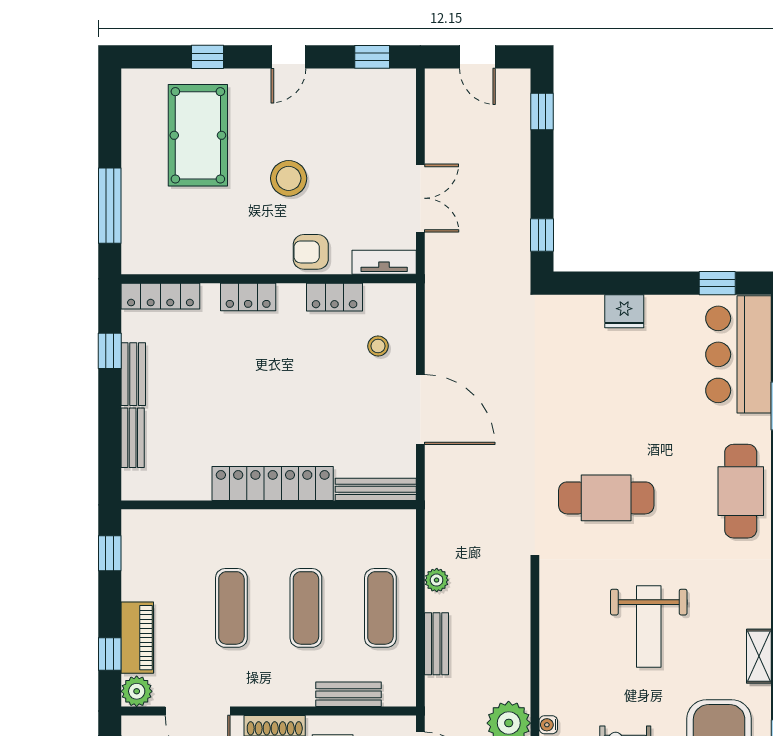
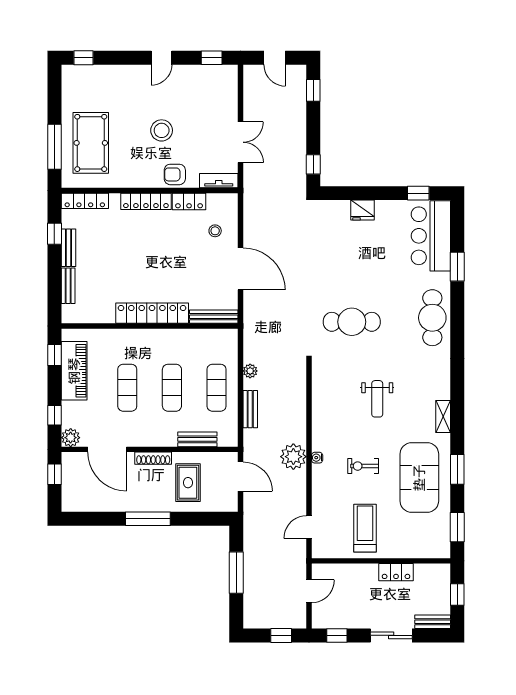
window: (208, 57) -> (84, 58), moved
pool table: (198, 135) -> (91, 143), moved
locker: (248, 297) -> (146, 201), width x1.53
weight bench: (649, 627) -> (377, 399), width x0.73, depth x0.75
piano: (137, 638) -> (74, 371), moved, width x1.37, depth x1.33

